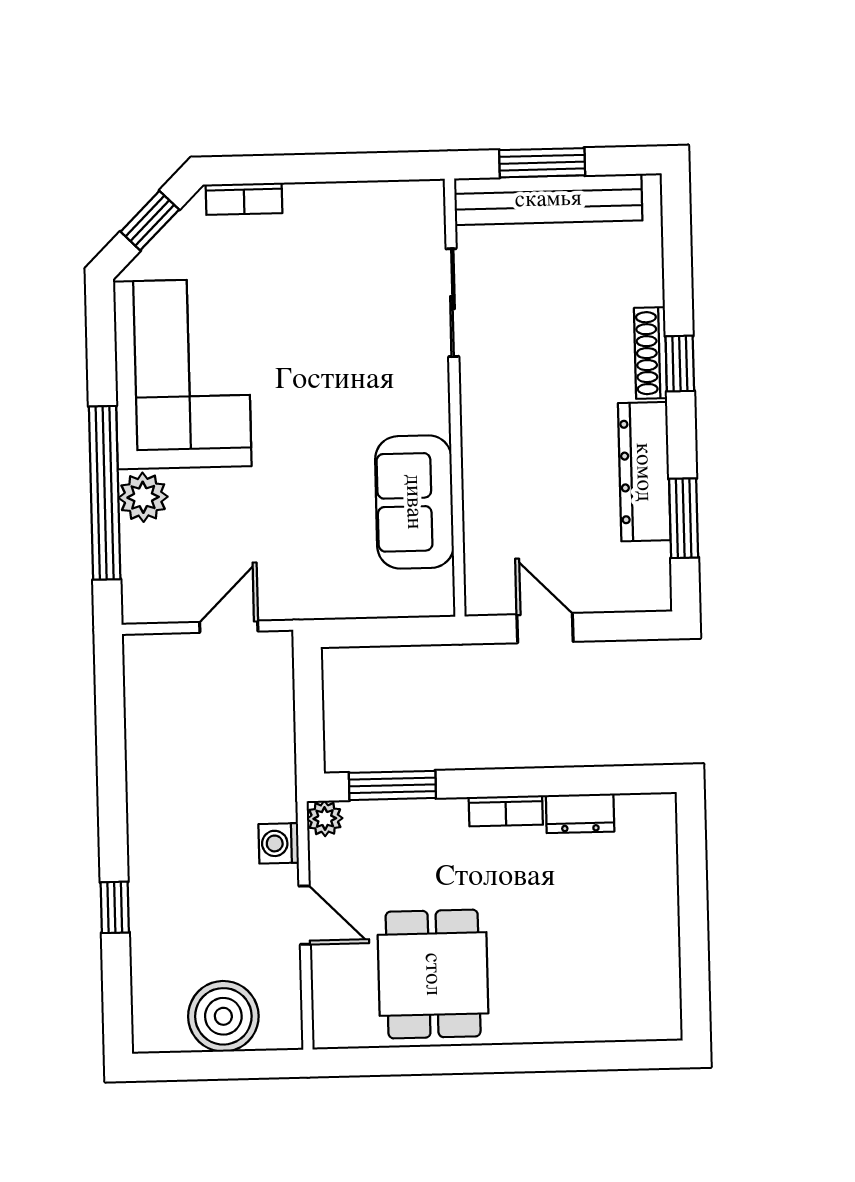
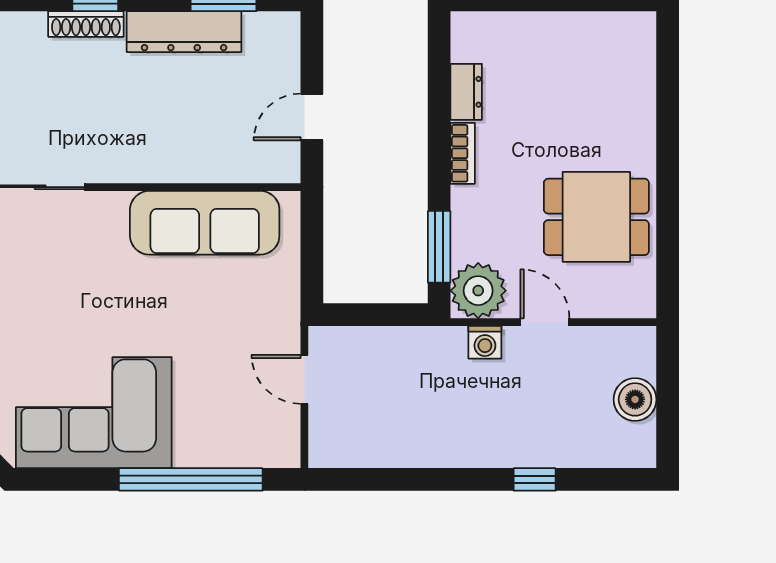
plant: (143, 497) -> (195, 448), removed
sofa: (414, 502) -> (205, 223), width x1.36
plant: (325, 818) -> (478, 291), width x1.87, depth x1.87
door: (305, 915) -> (545, 322), hinge flipped
boiler: (223, 1016) -> (635, 399), width x0.73, depth x0.73

